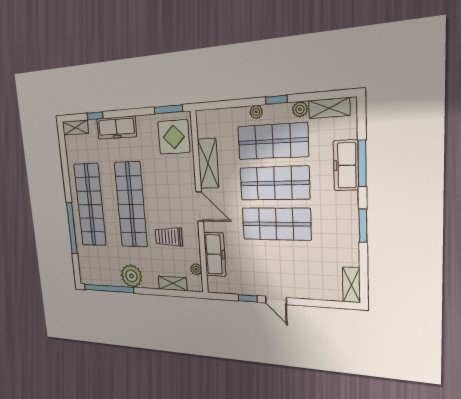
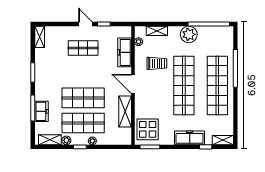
freezer: (346, 165) -> (41, 111), width x0.71
shop shelf: (276, 224) -> (83, 48), moved, width x0.70, depth x0.74

